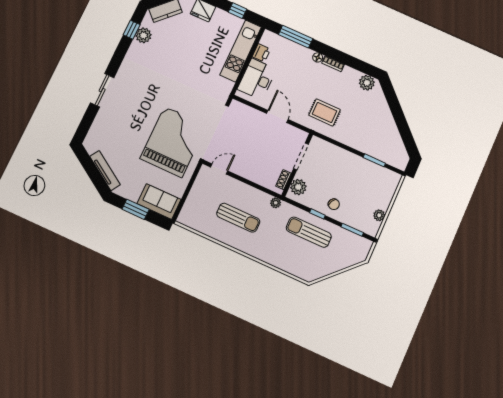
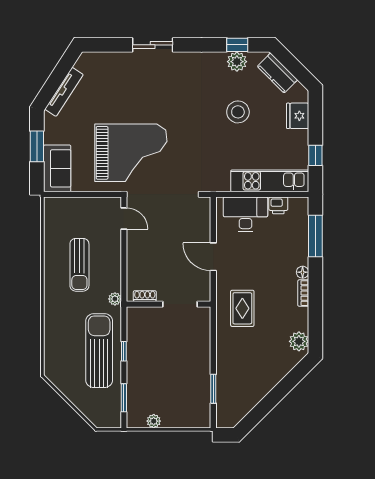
stool: (180, 51) -> (238, 112), added
door: (277, 116) -> (213, 257), swing flipped
plant: (298, 187) -> (144, 316), removed
chair: (334, 204) -> (143, 365), removed
sun lounger: (309, 232) -> (99, 351), width x1.36, depth x1.34

